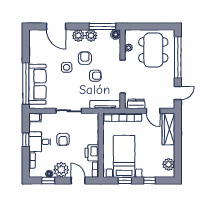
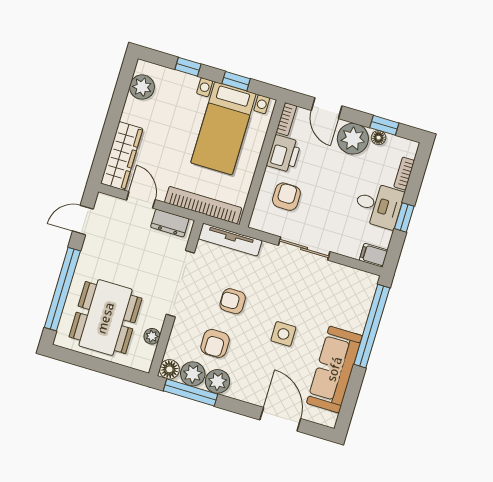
plant: (78, 36) -> (193, 374), moved
armchair: (85, 58) -> (215, 343), moved
sofa: (37, 84) -> (334, 369), moved
armchair: (63, 139) -> (286, 197), moved

